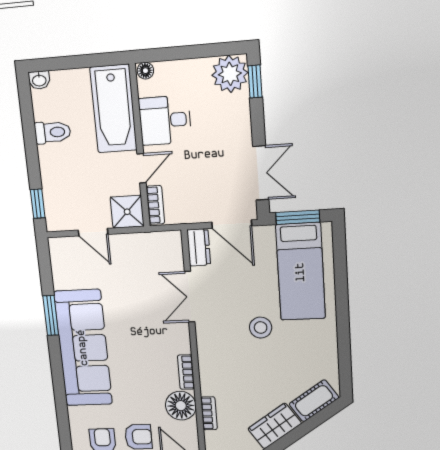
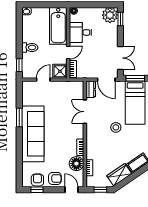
toilet: (53, 132) -> (30, 47), moved
door: (93, 232) -> (43, 80), swing flipped

